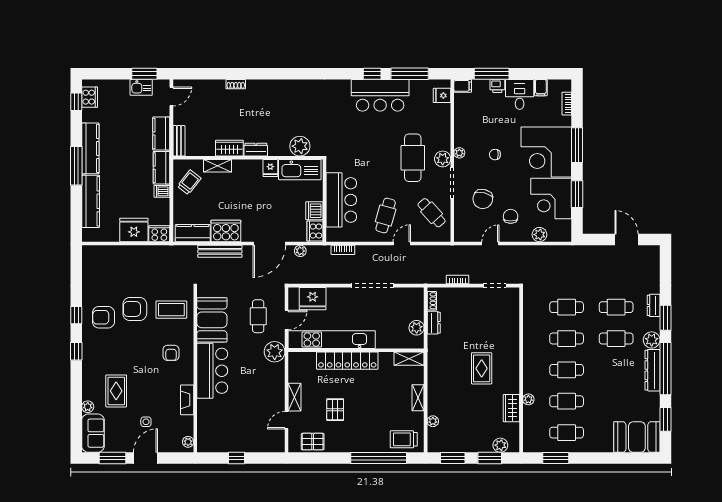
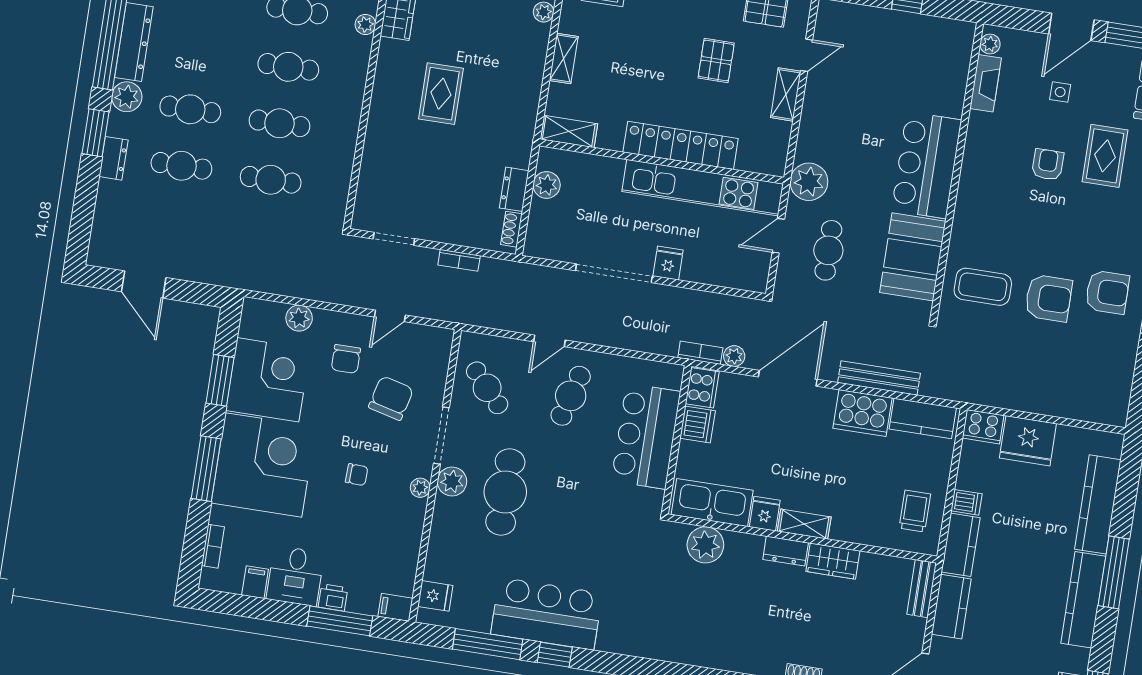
shelving: (217, 166) -> (804, 524), moved
trolley: (189, 182) -> (915, 511), turned 142
bookcase: (343, 250) -> (700, 353), moved
fridge: (313, 299) -> (668, 263), moved, width x0.53, depth x0.75
armchair: (171, 353) -> (1048, 165), moved
fireplace: (187, 400) -> (986, 83), moved

